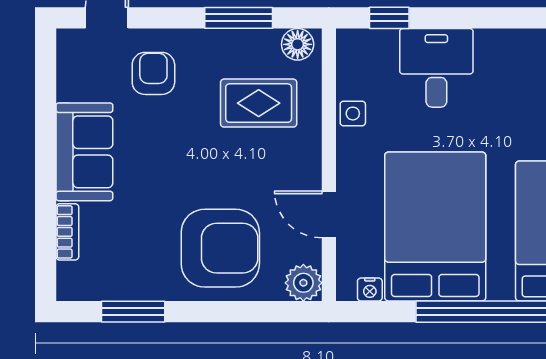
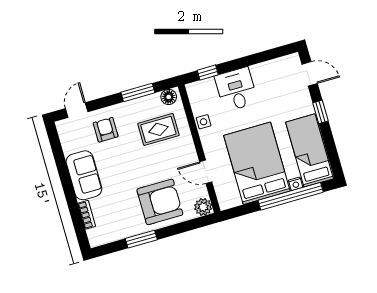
nightstand: (370, 290) -> (296, 184), moved
window: (133, 312) -> (141, 239), moved

